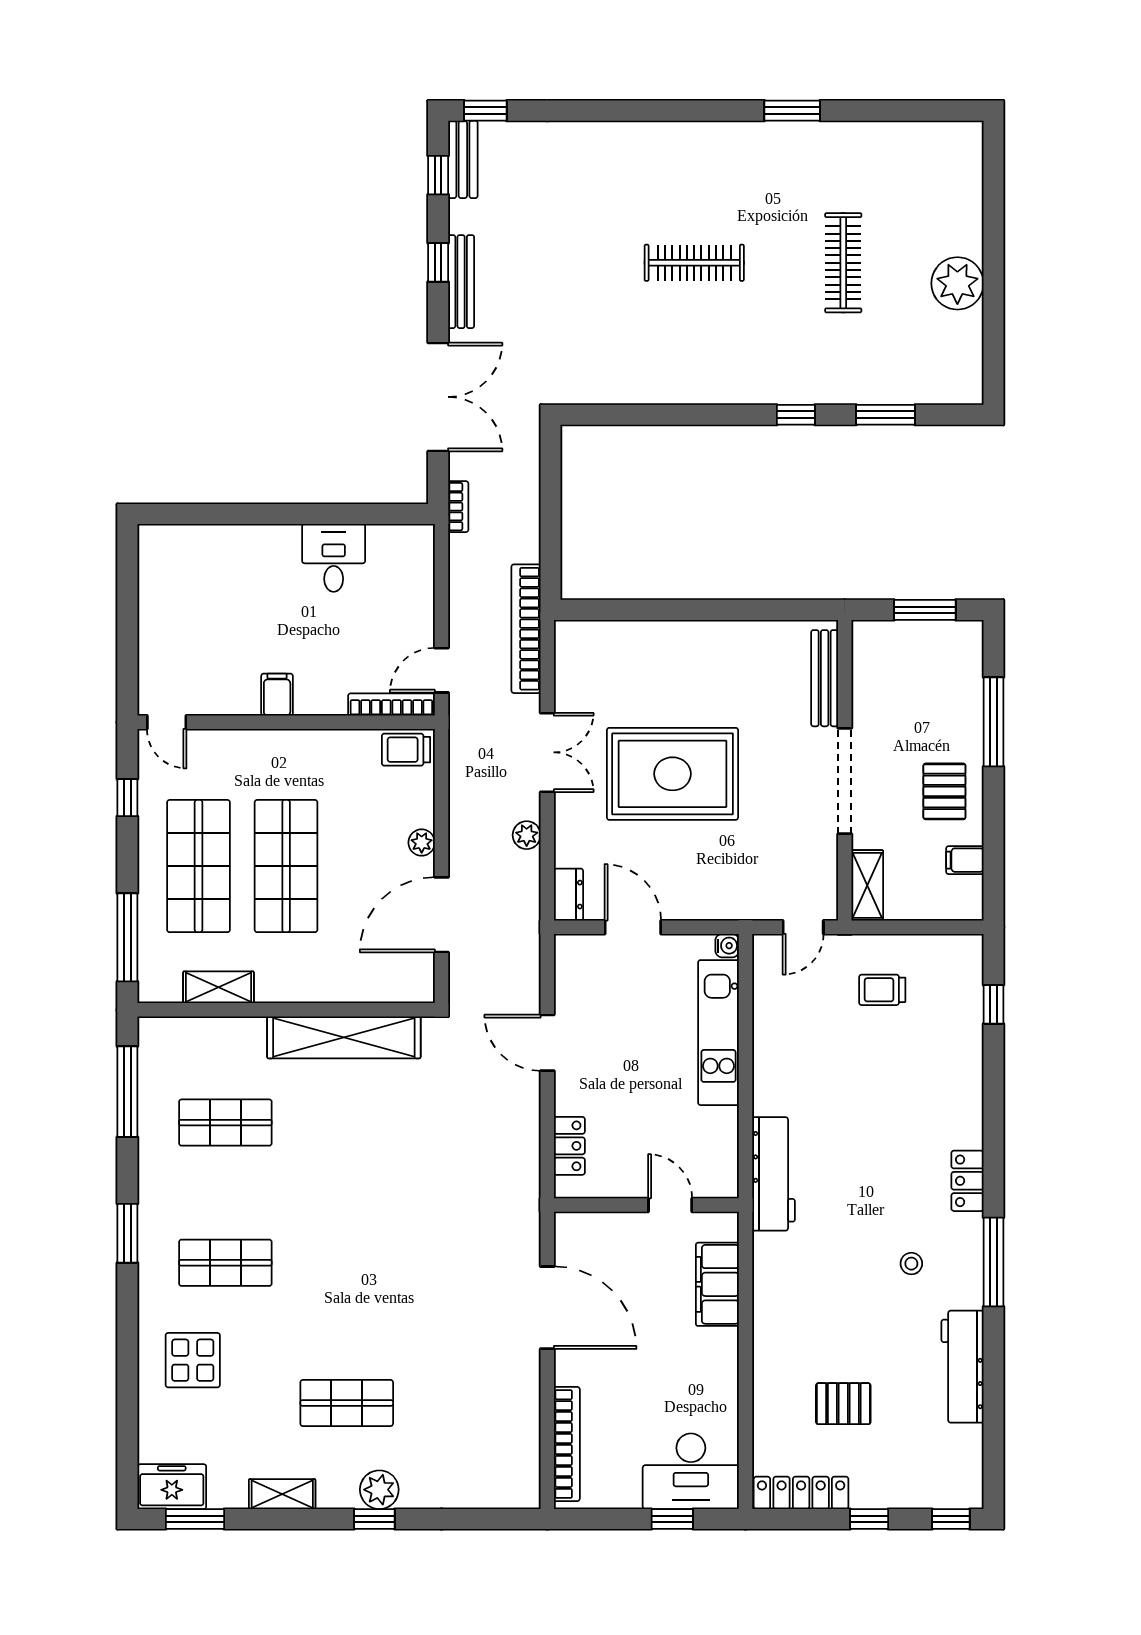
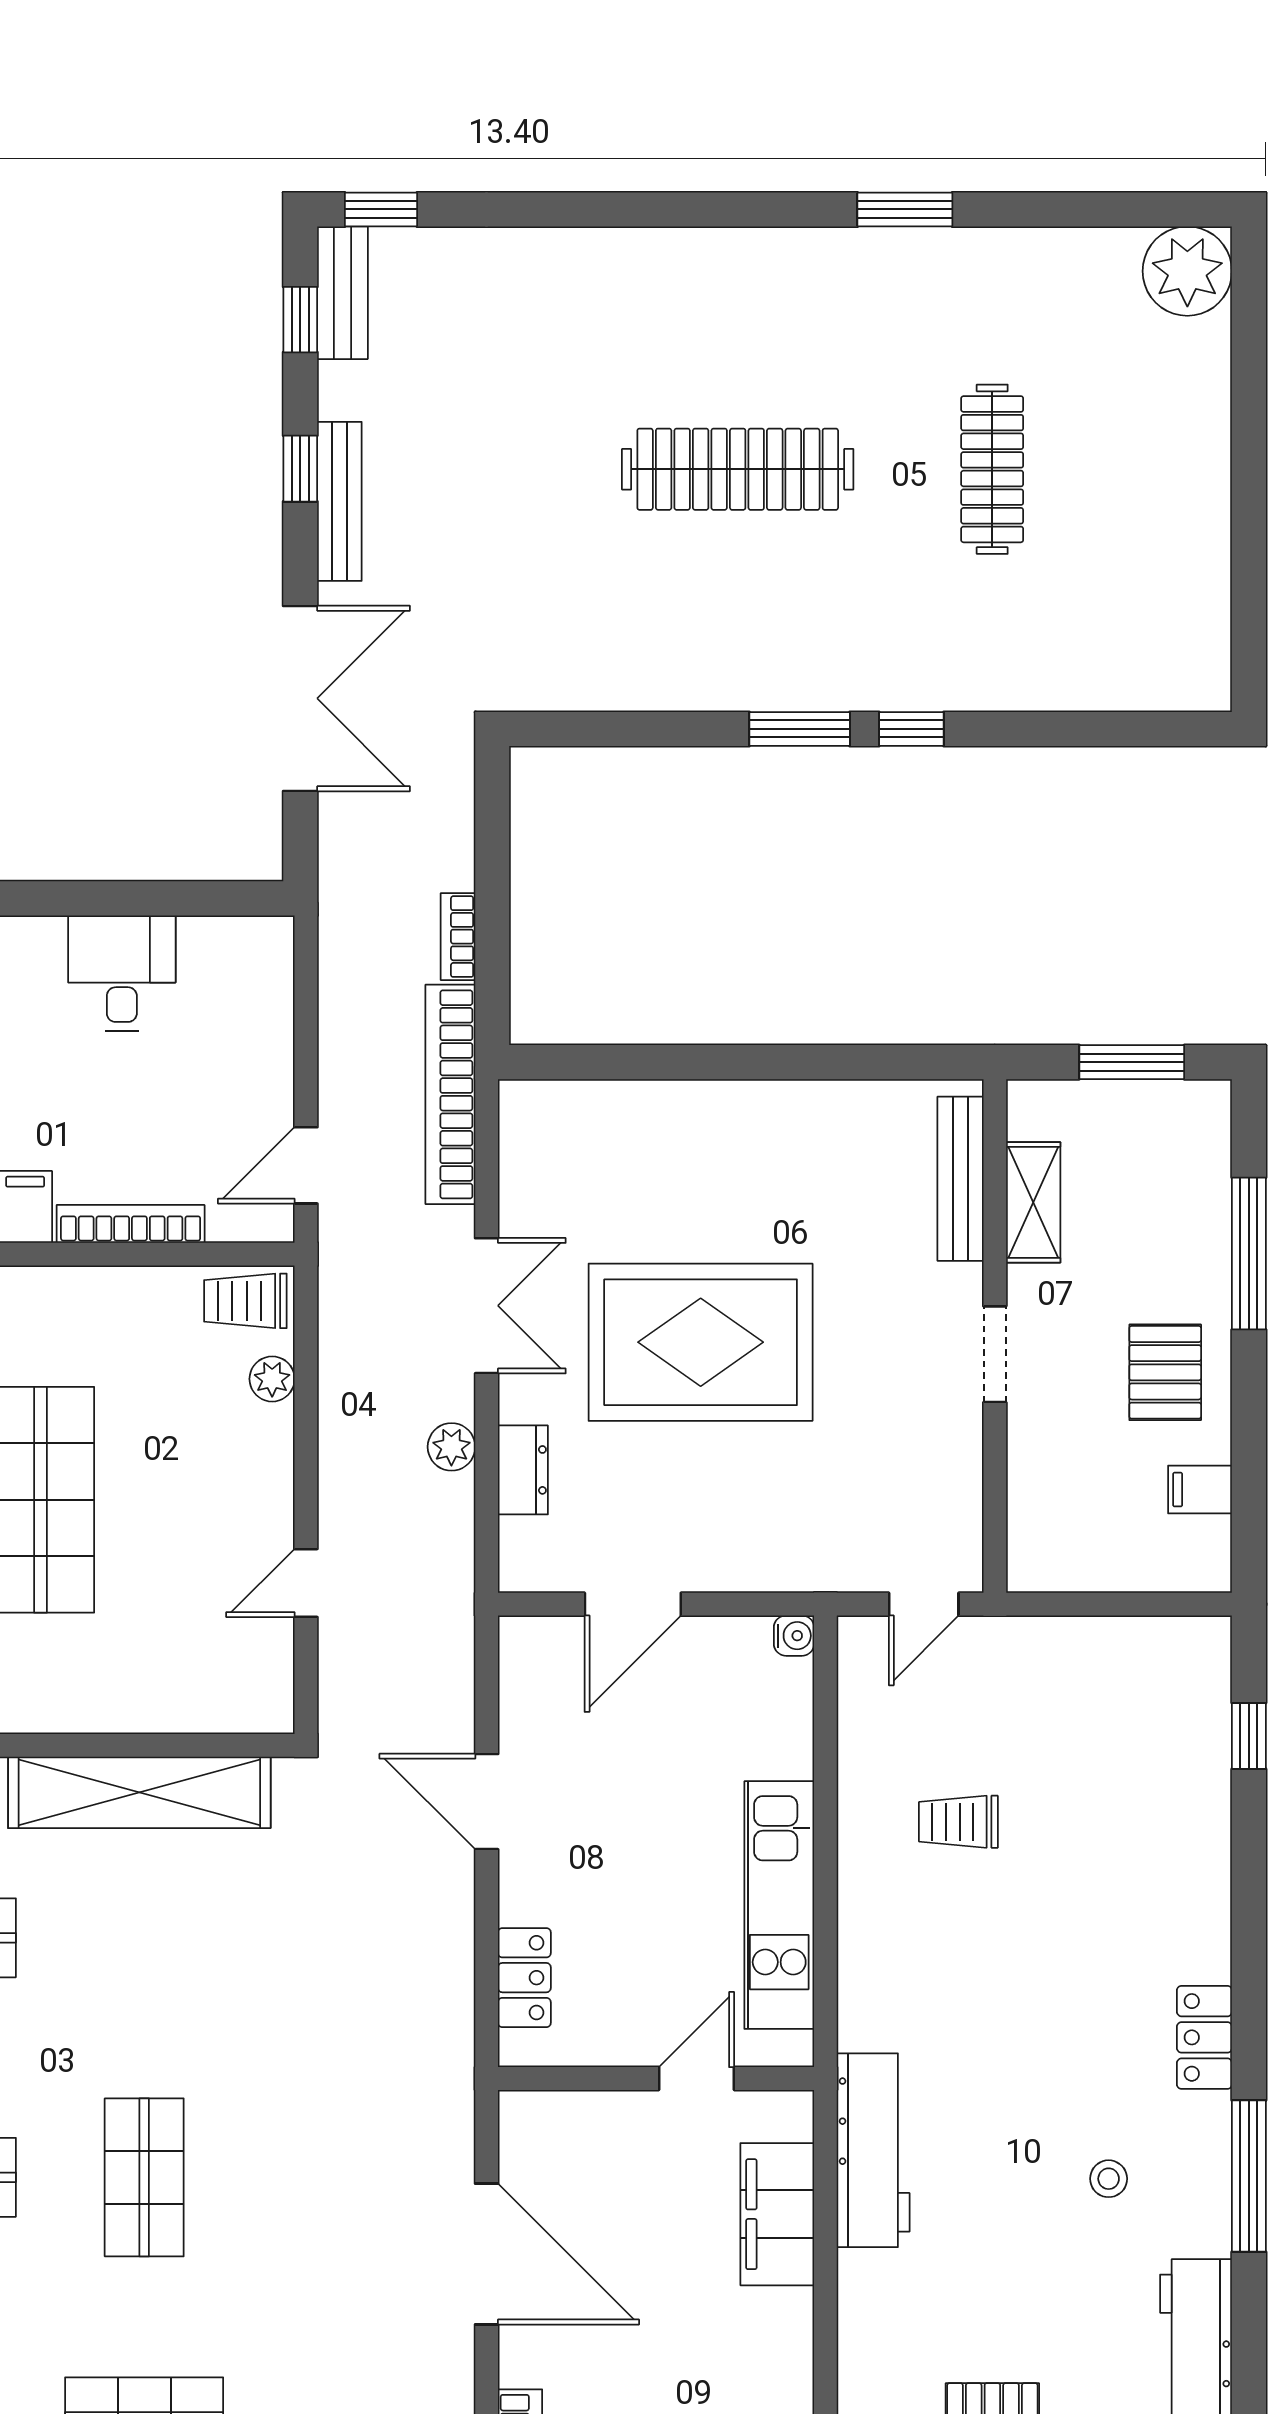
clothes rail: (694, 263) -> (738, 469), width x1.37, depth x1.31
plant: (957, 283) -> (1187, 271), moved
window: (885, 415) -> (800, 729), moved
bookcase: (458, 507) -> (458, 937), moved, turned 180
bookcase: (391, 705) -> (131, 1224), moved
doorway: (845, 781) -> (995, 1354), width x0.53
plant: (422, 843) -> (272, 1379), moved
shelving: (867, 885) -> (1033, 1202), moved
dresser: (568, 895) -> (523, 1470), moved
door: (441, 915) -> (306, 1583), width x0.53
door: (633, 927) -> (633, 1604), swing flipped
trolley: (882, 990) -> (958, 1822), moved
kitchen unit: (719, 1033) -> (779, 1905), moved
workbench: (774, 1174) -> (873, 2150), moved
door: (670, 1205) -> (697, 2079), hinge flipped
shop shelf: (347, 1263) -> (144, 2177), added

